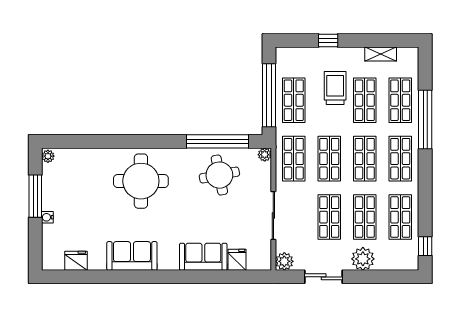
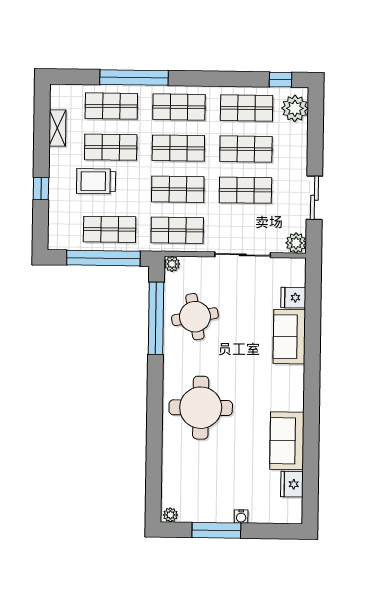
sofa: (132, 256) -> (287, 441), moved
plant: (363, 259) -> (295, 108), moved

